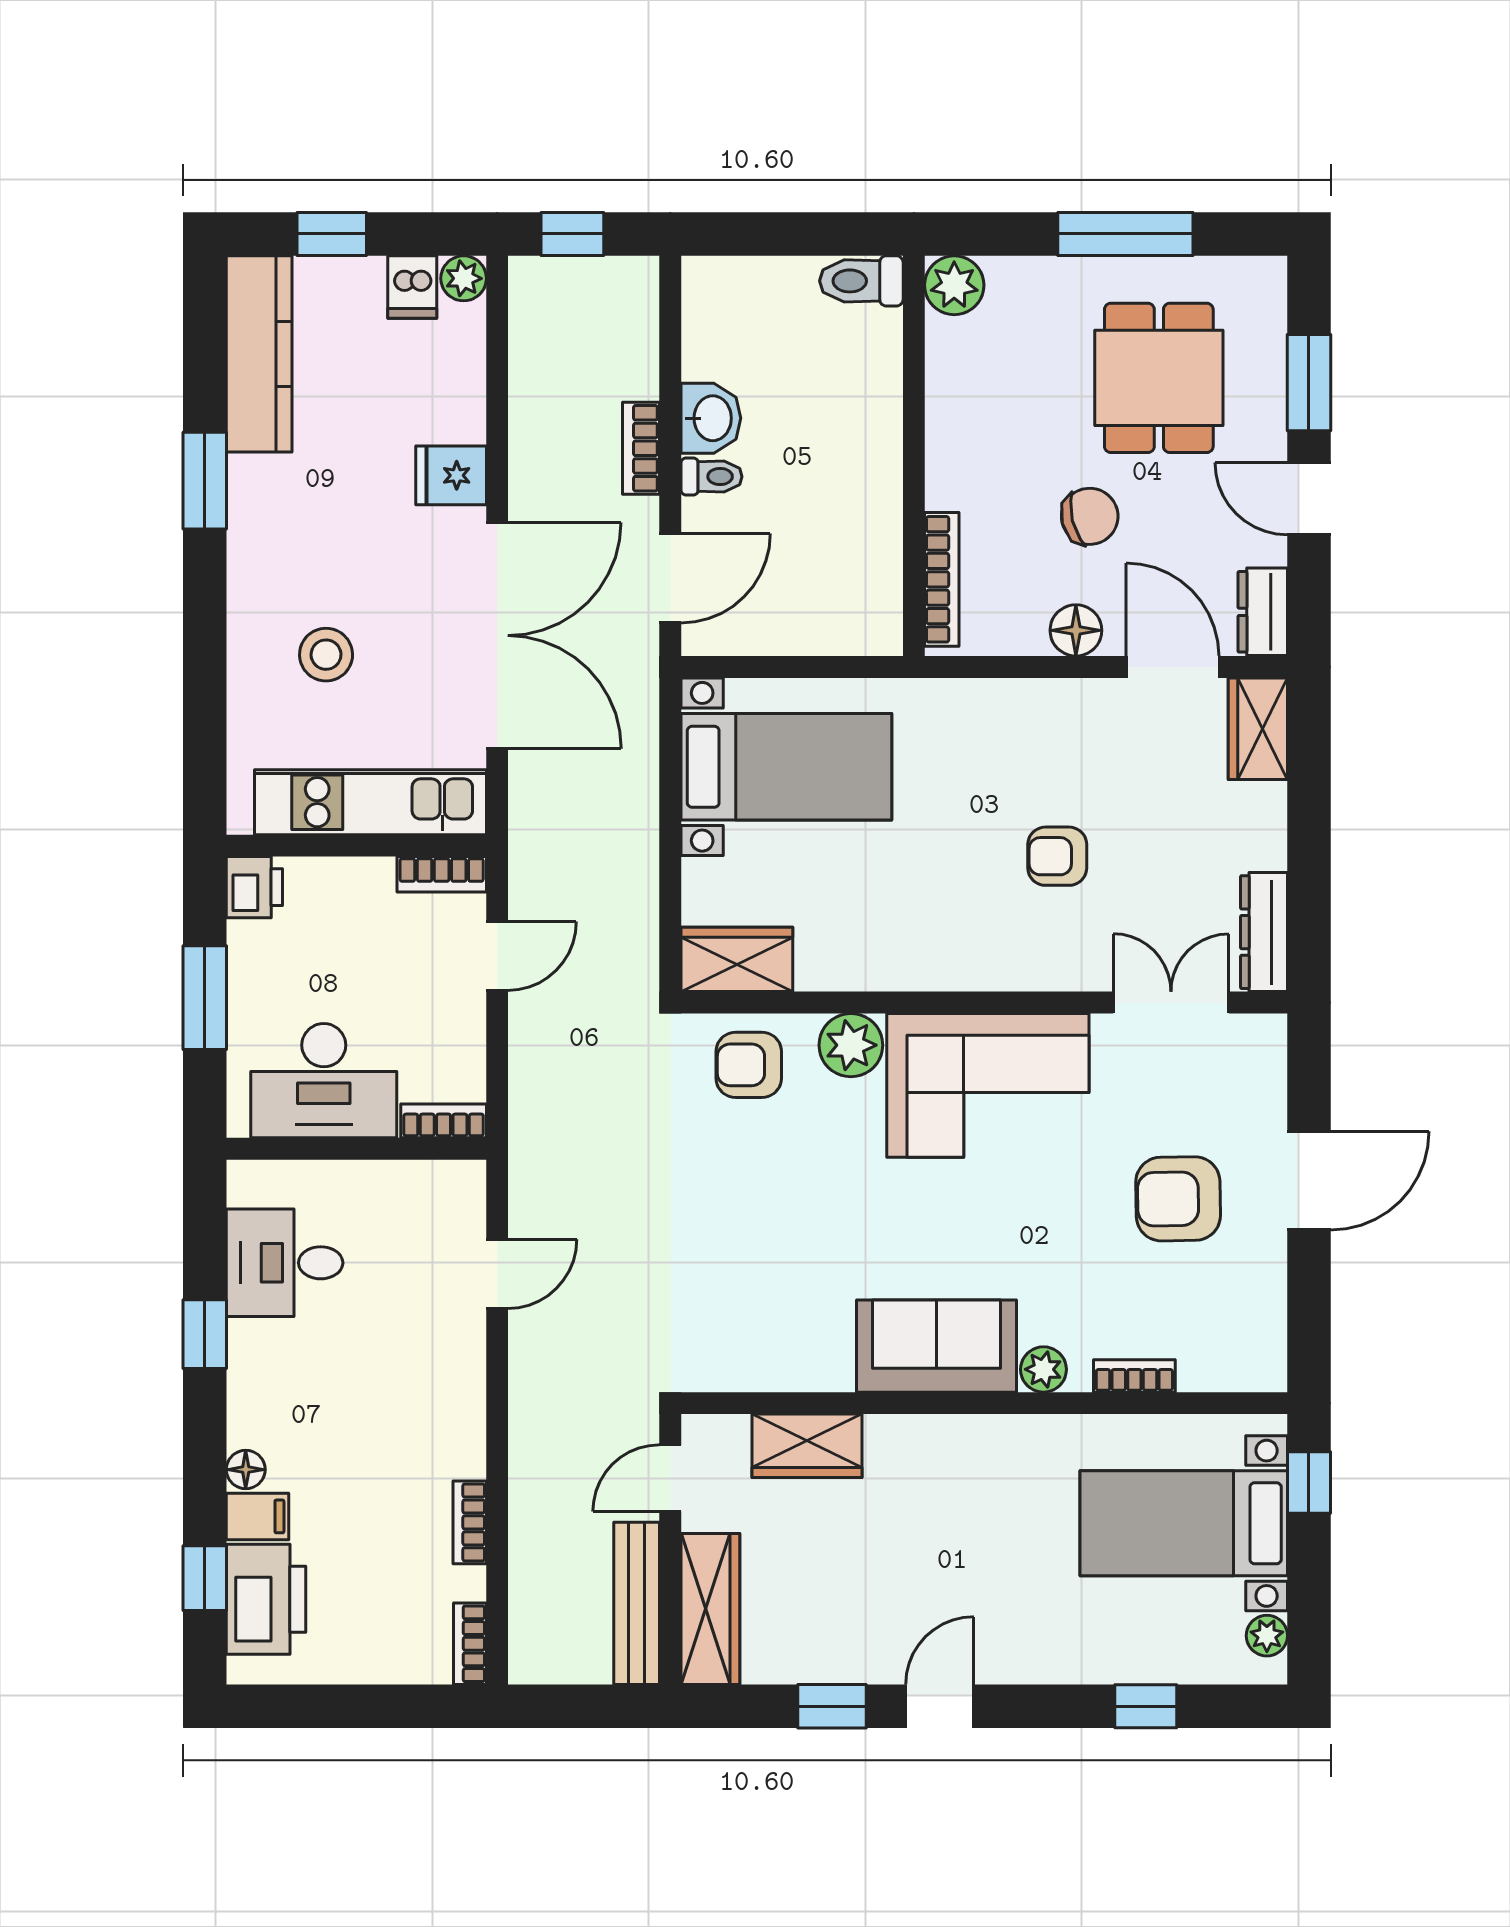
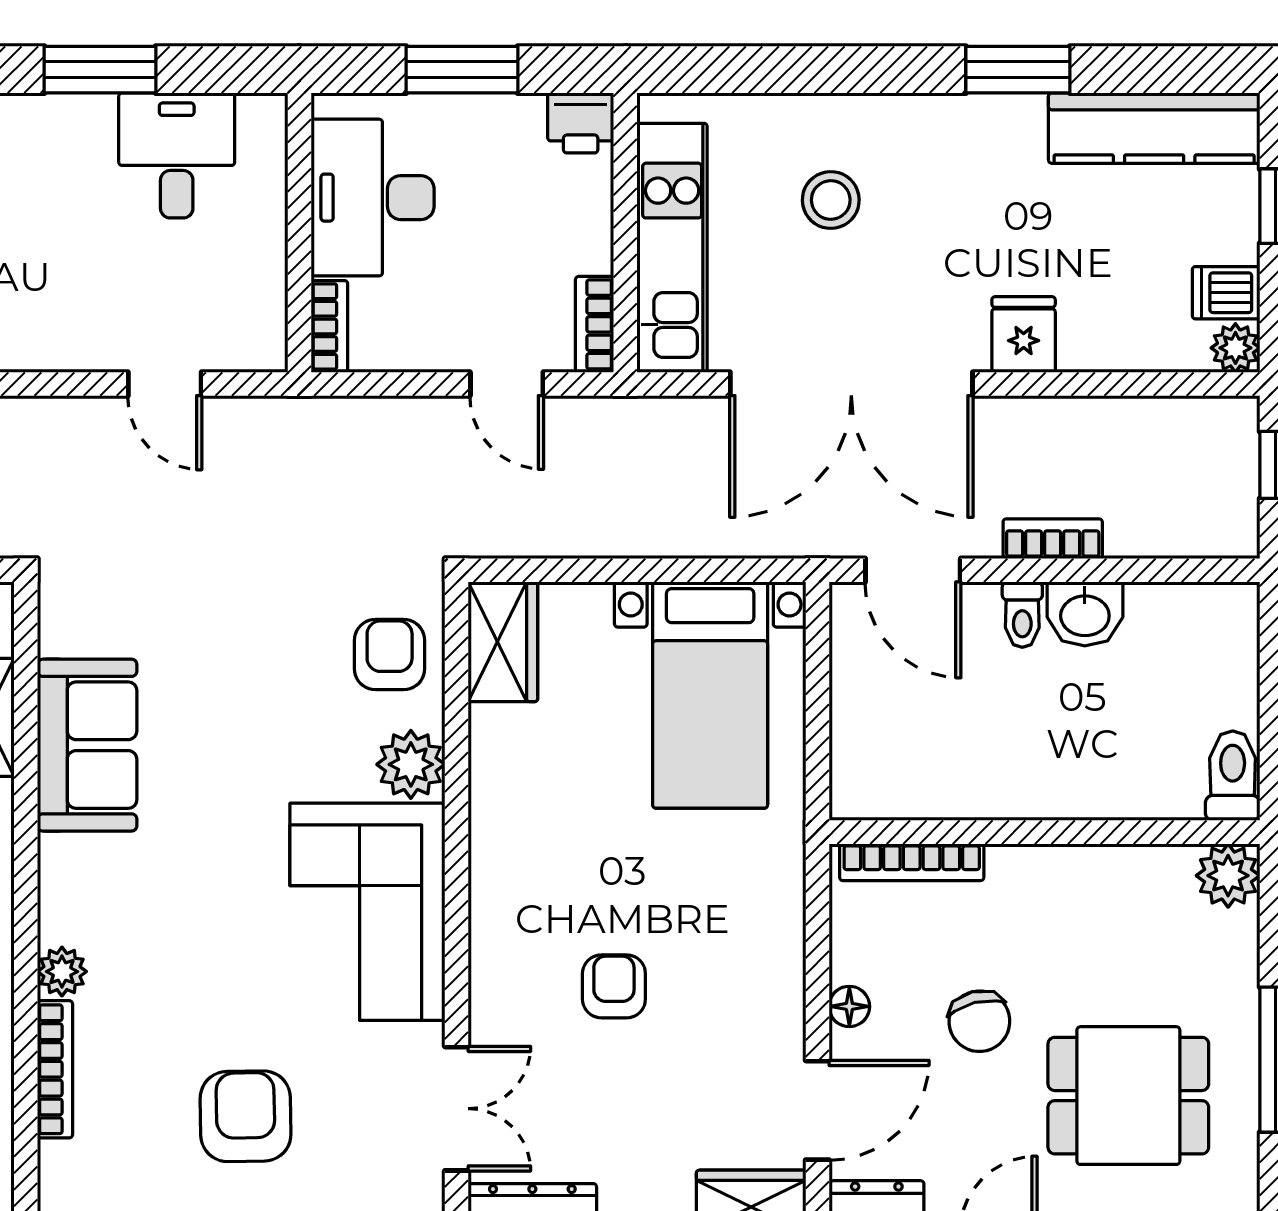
floor lamp: (1076, 630) -> (849, 1006), width x0.73, depth x0.73
window: (205, 1334) -> (100, 70), width x1.50
sofa: (936, 1346) -> (87, 745), moved
bookcase: (1134, 1376) -> (55, 1069), width x1.56

